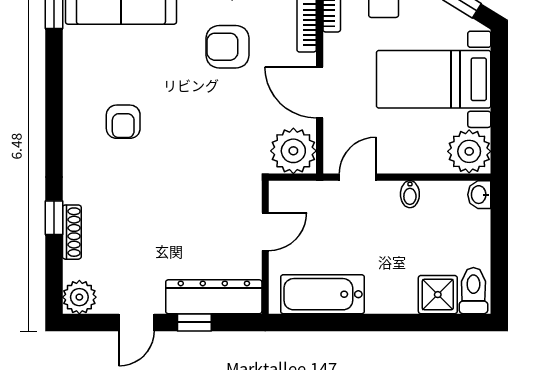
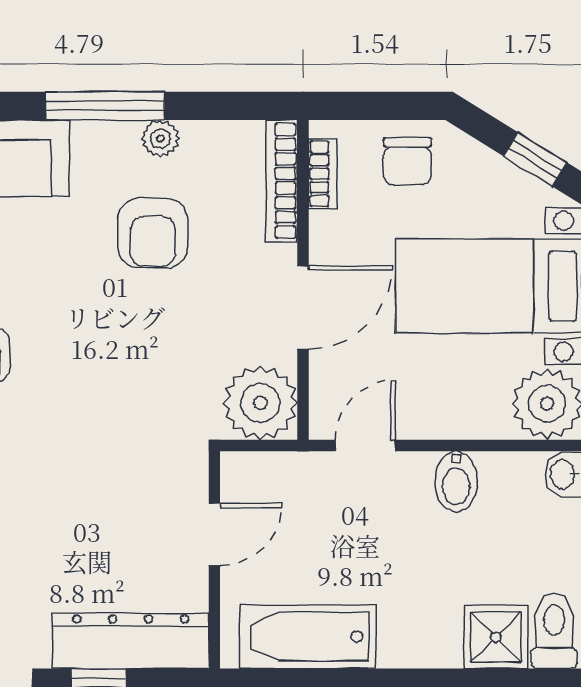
armchair: (228, 47) -> (153, 233), turned -90
door: (320, 92) -> (303, 308), swing flipped
bidet: (410, 194) -> (456, 482), width x1.38, depth x1.36

